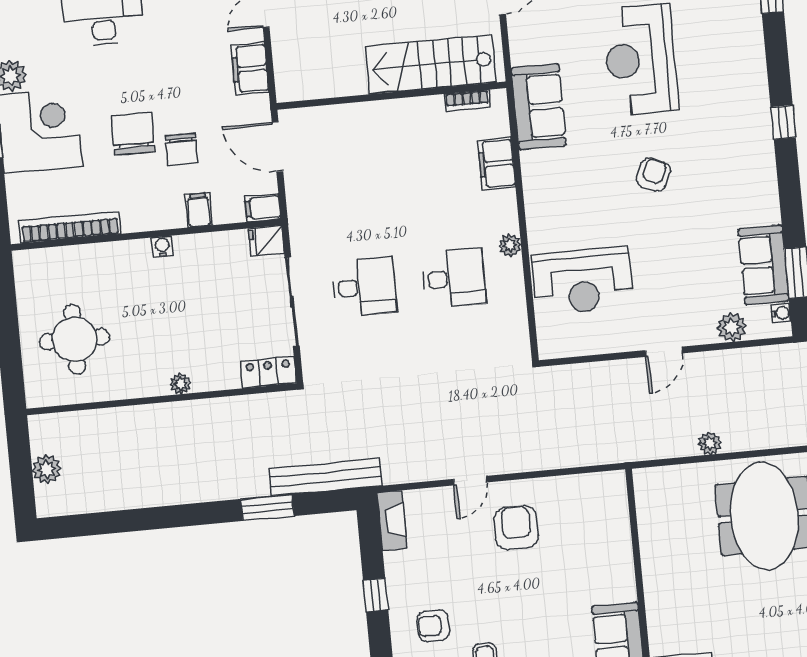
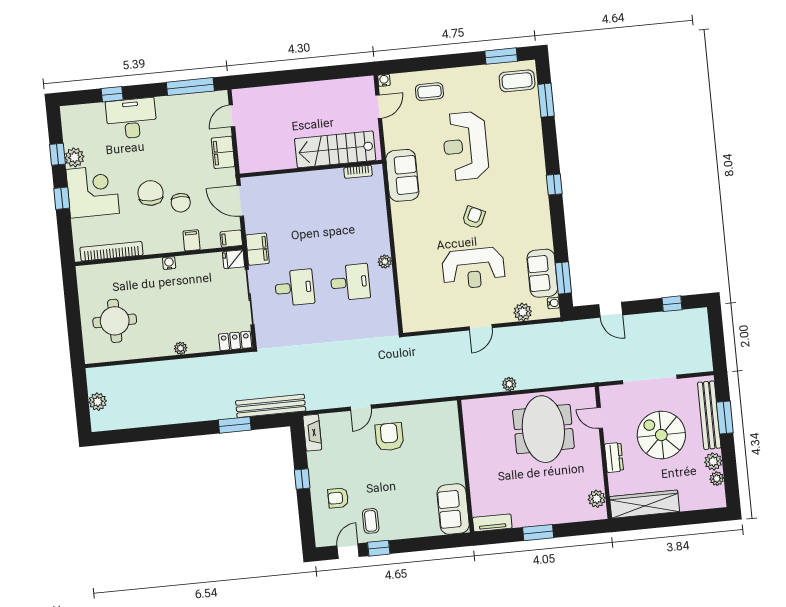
filing cabinet: (497, 163) -> (257, 249), moved, turned 180
reception desk: (583, 281) -> (473, 268), moved

